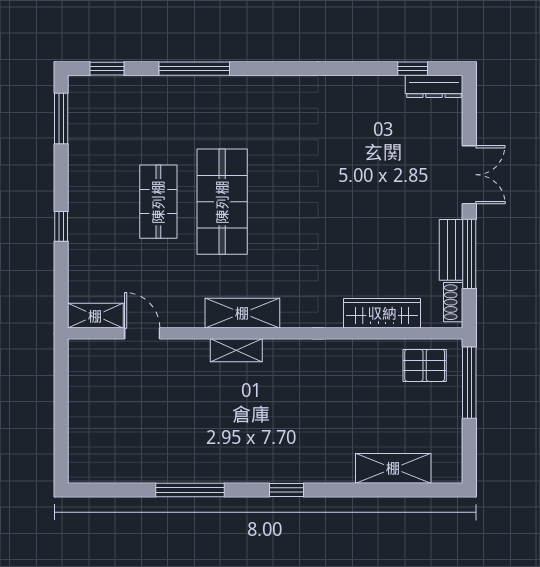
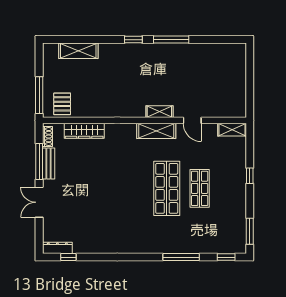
door: (142, 333) -> (192, 120), moved
pallet: (425, 365) -> (62, 104), turned 90
window: (190, 490) -> (171, 40), moved

